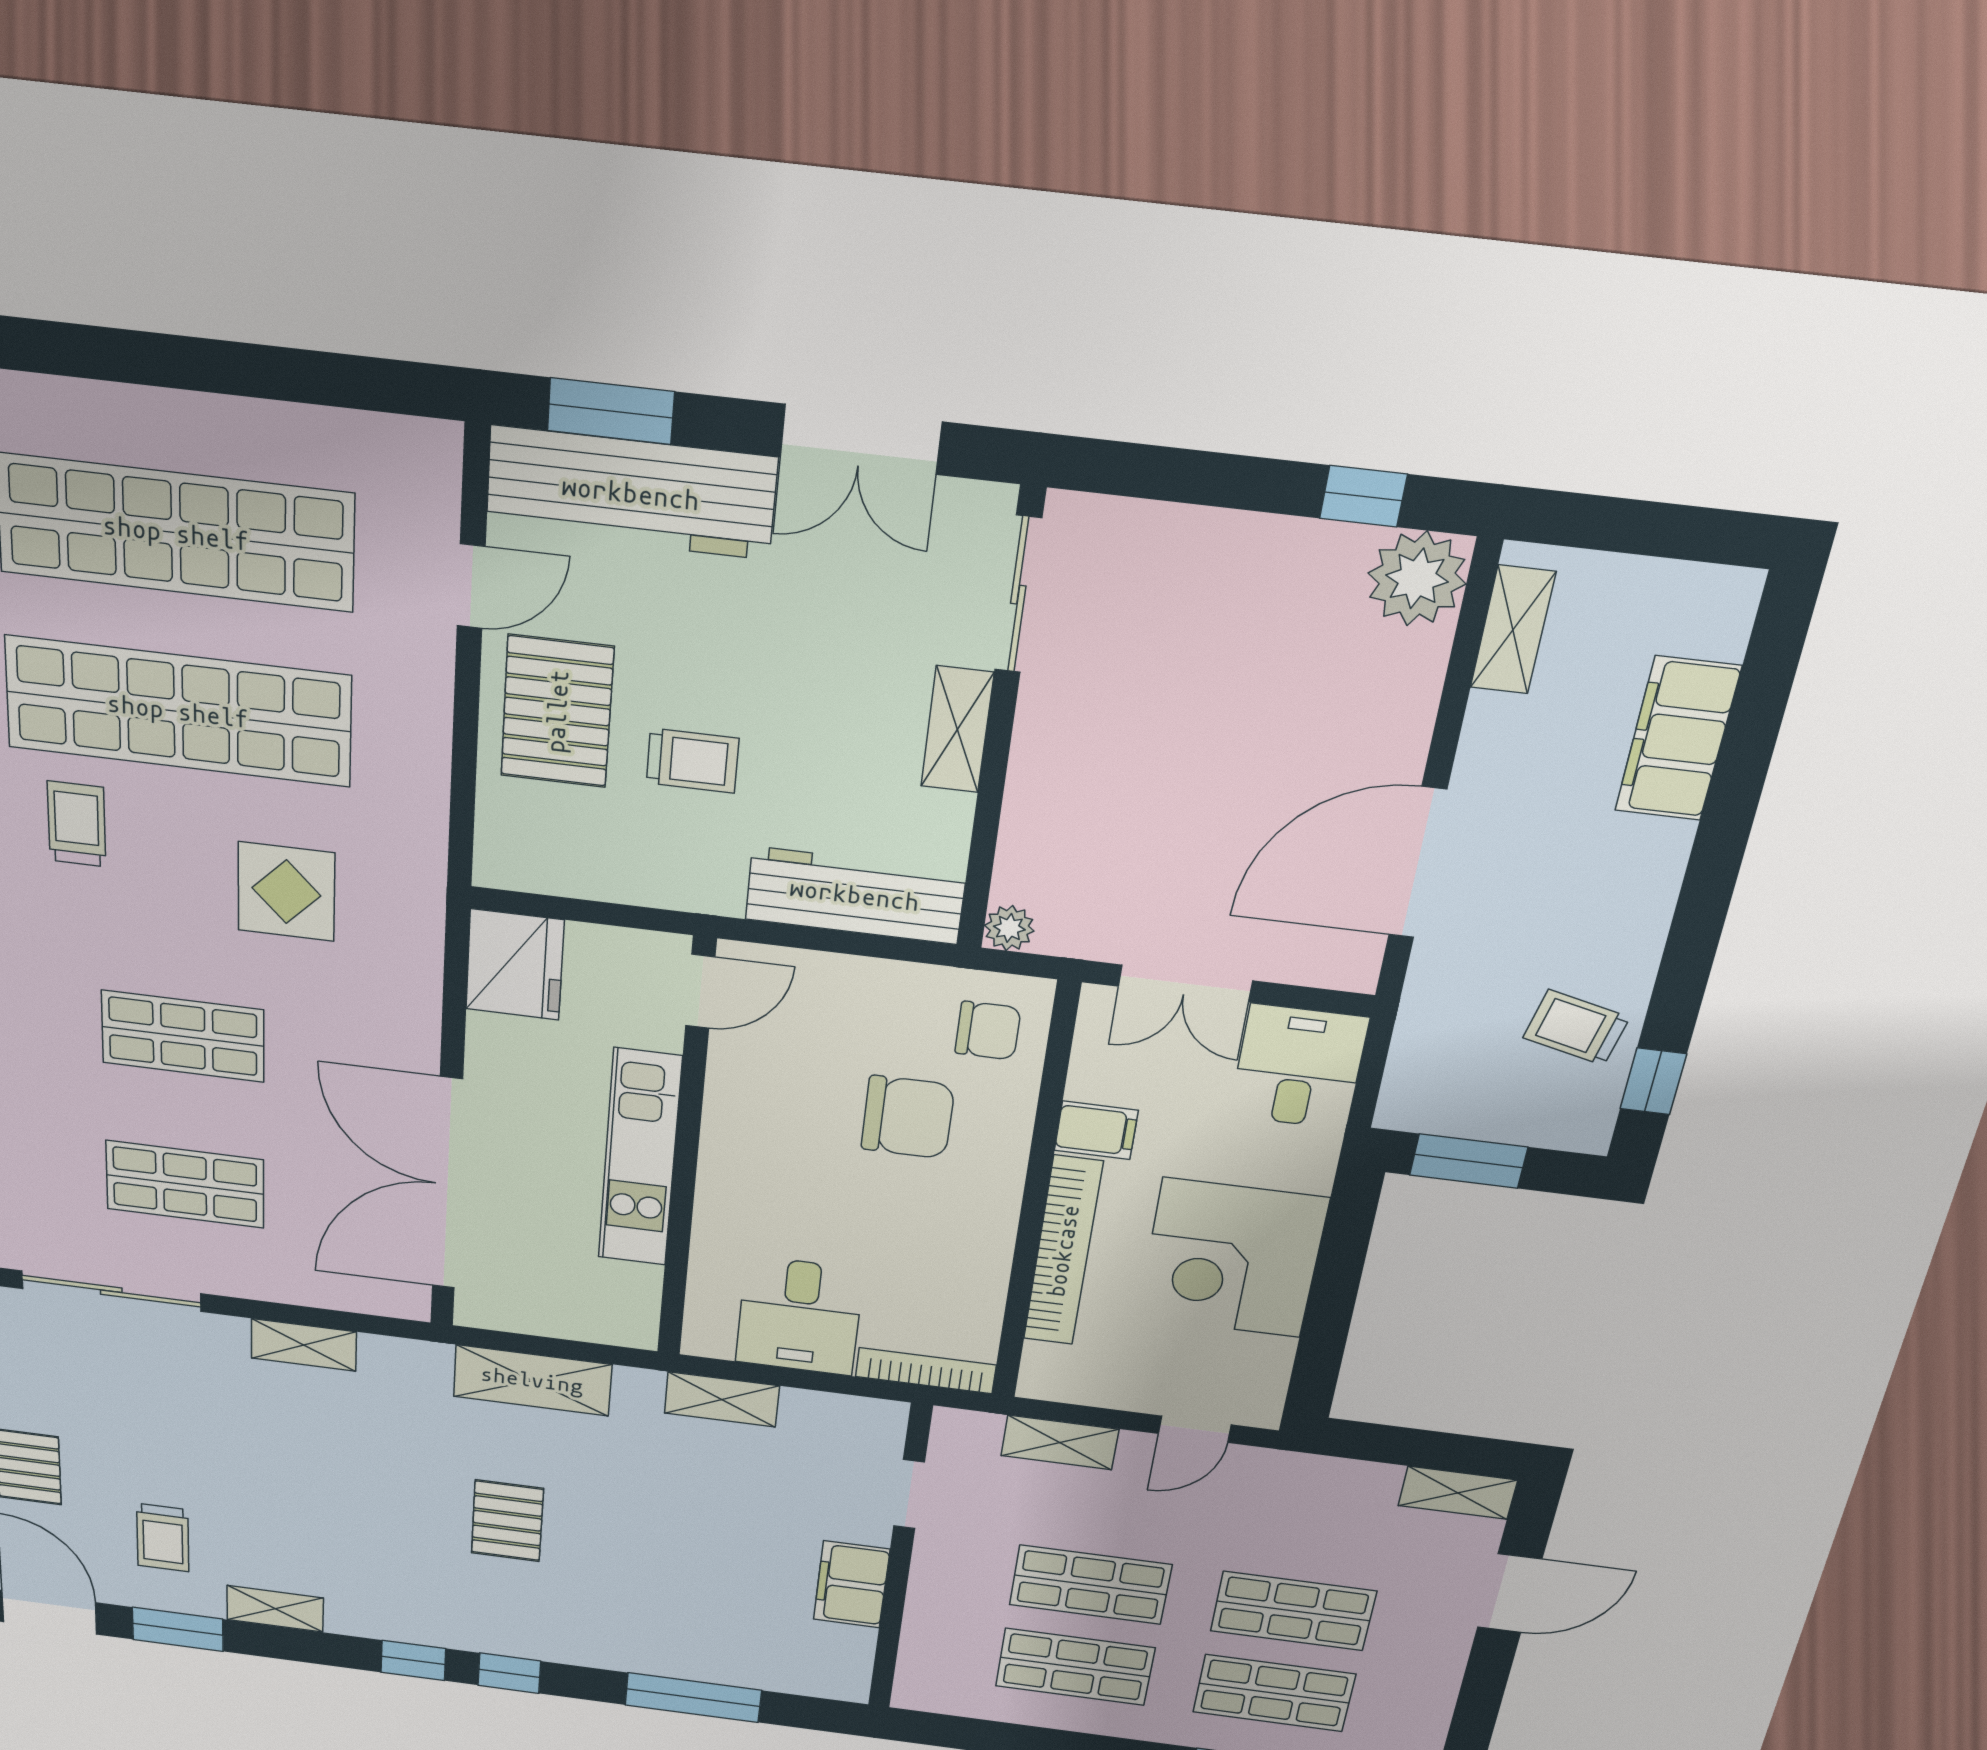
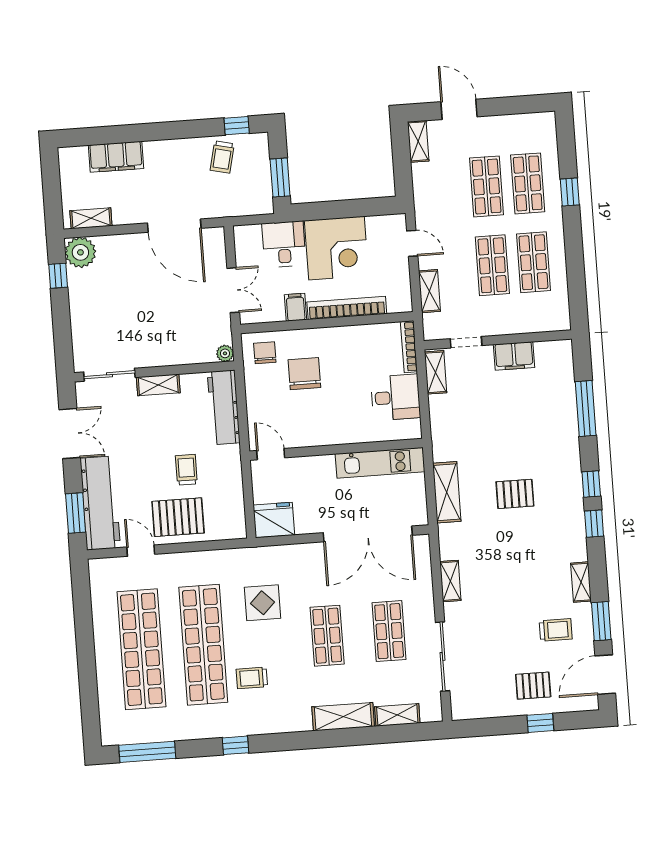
desk: (1298, 1067) -> (284, 244), moved, turned 90
kitchen unit: (640, 1158) -> (380, 463), moved
shelving: (722, 1399) -> (436, 372), moved

